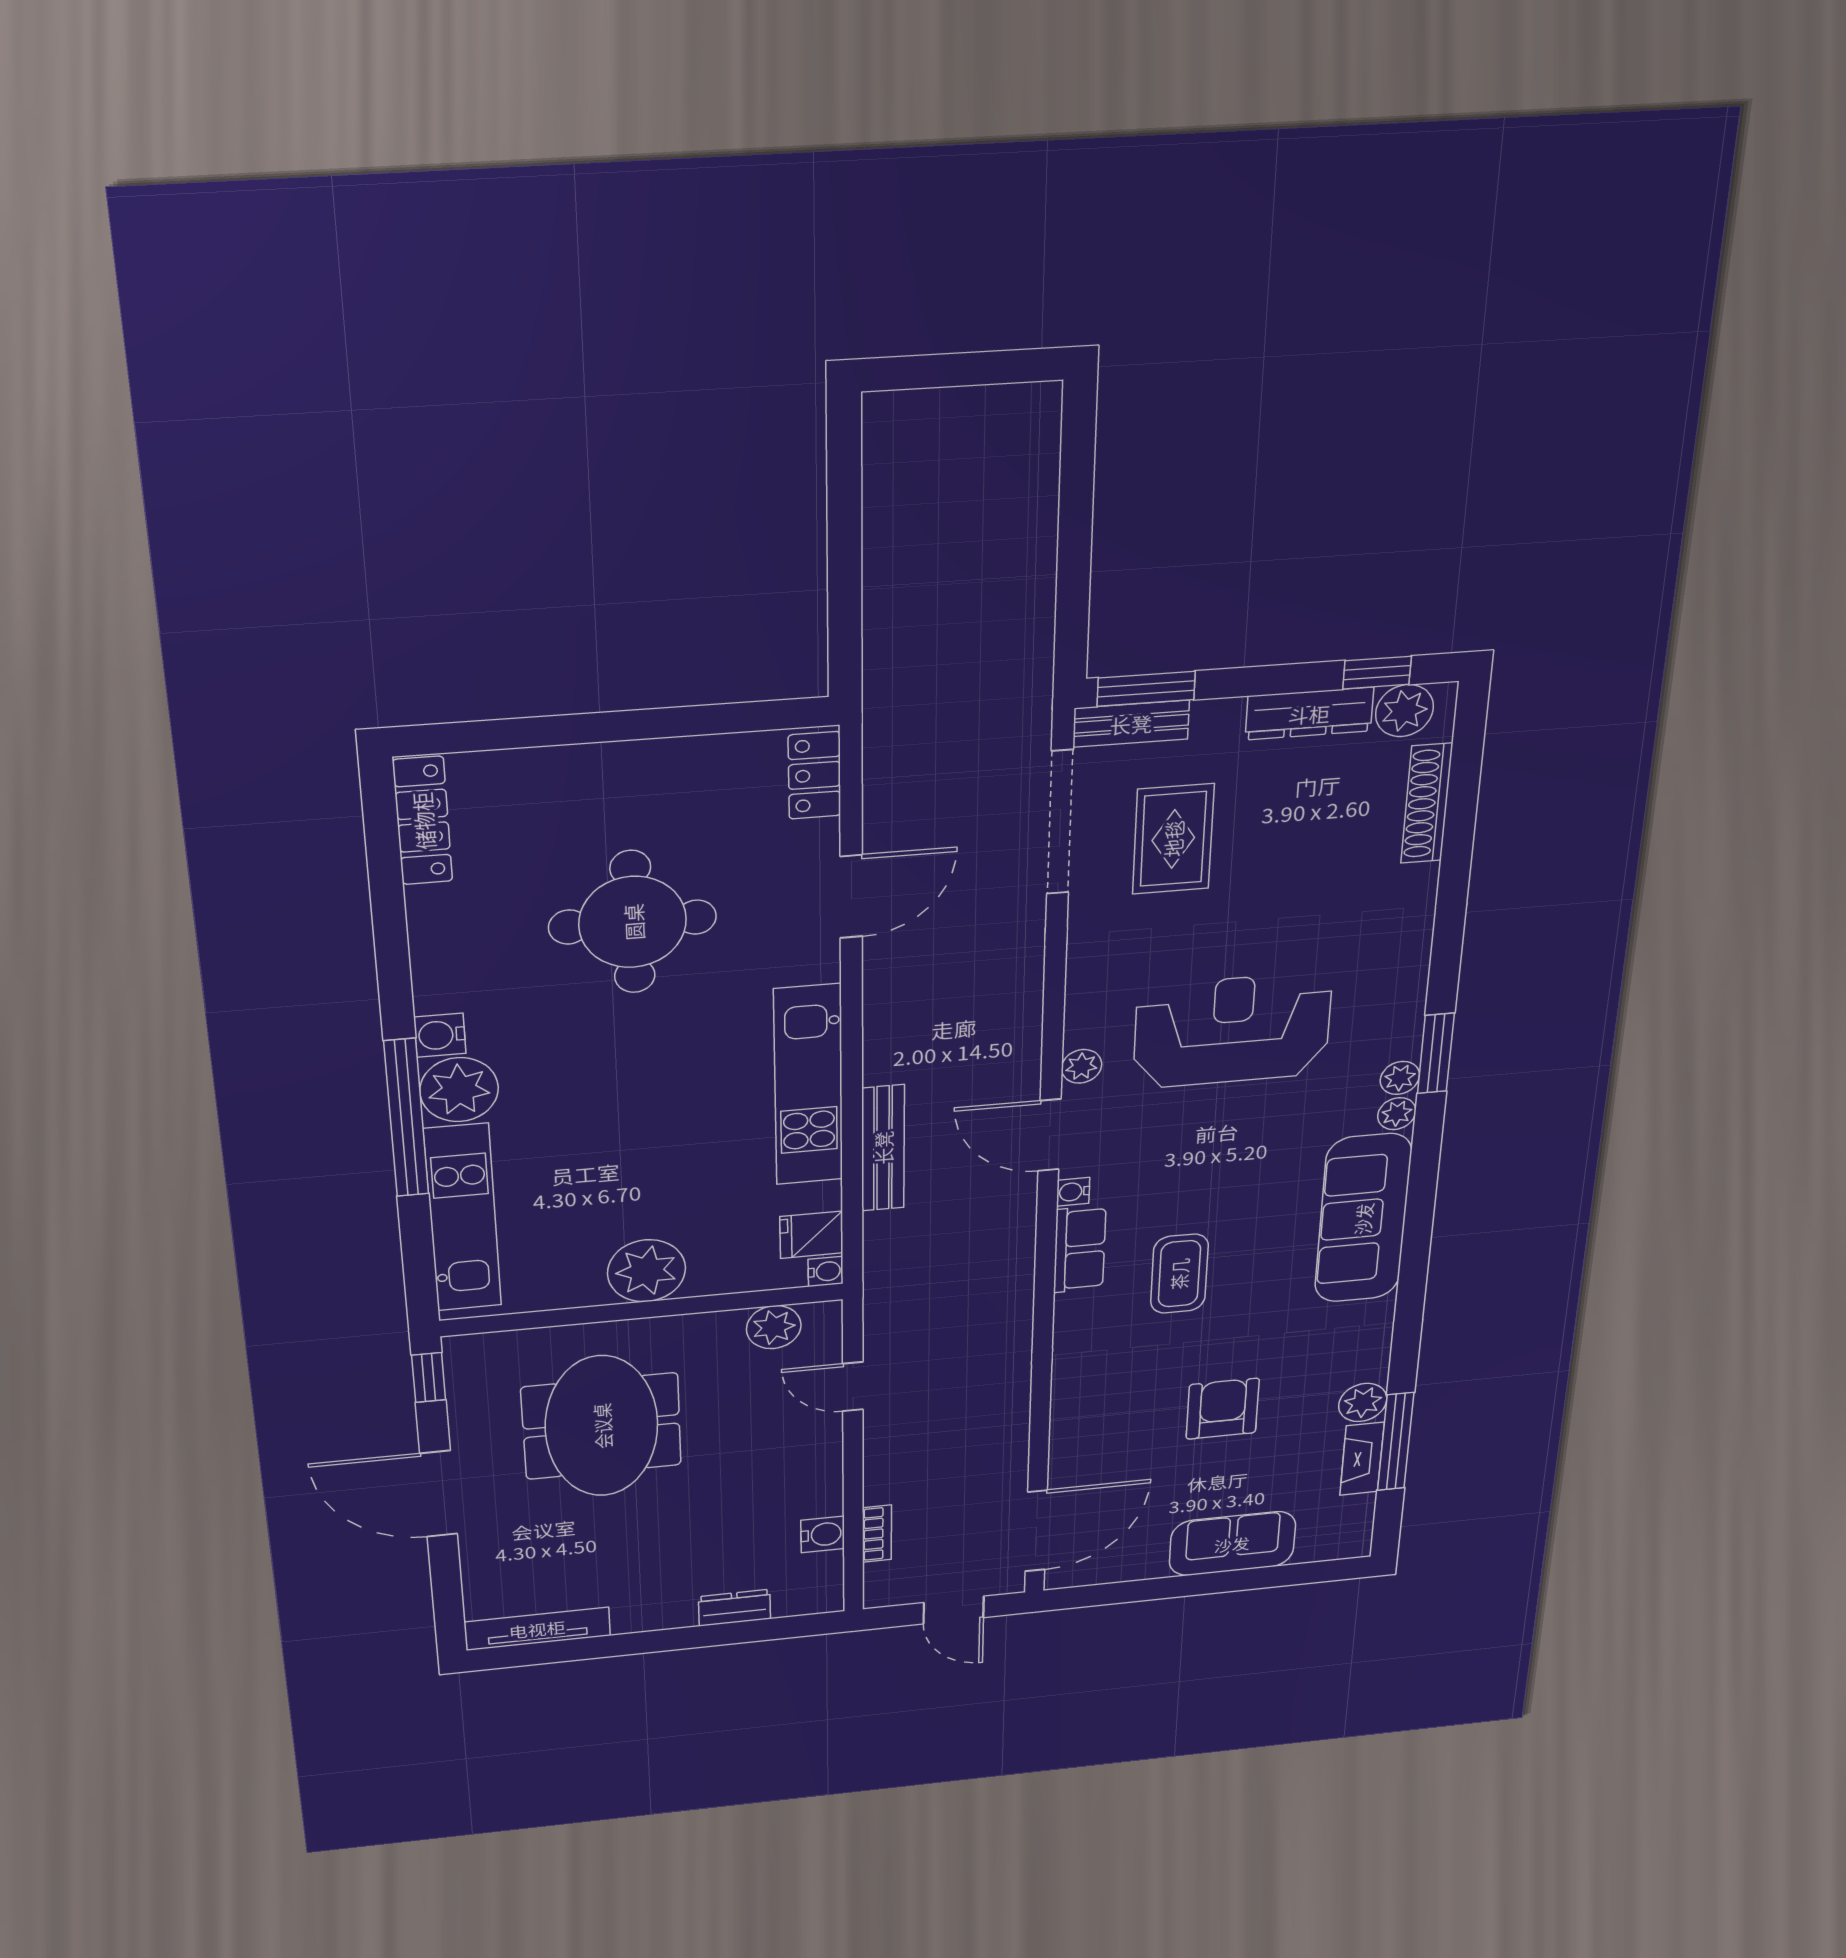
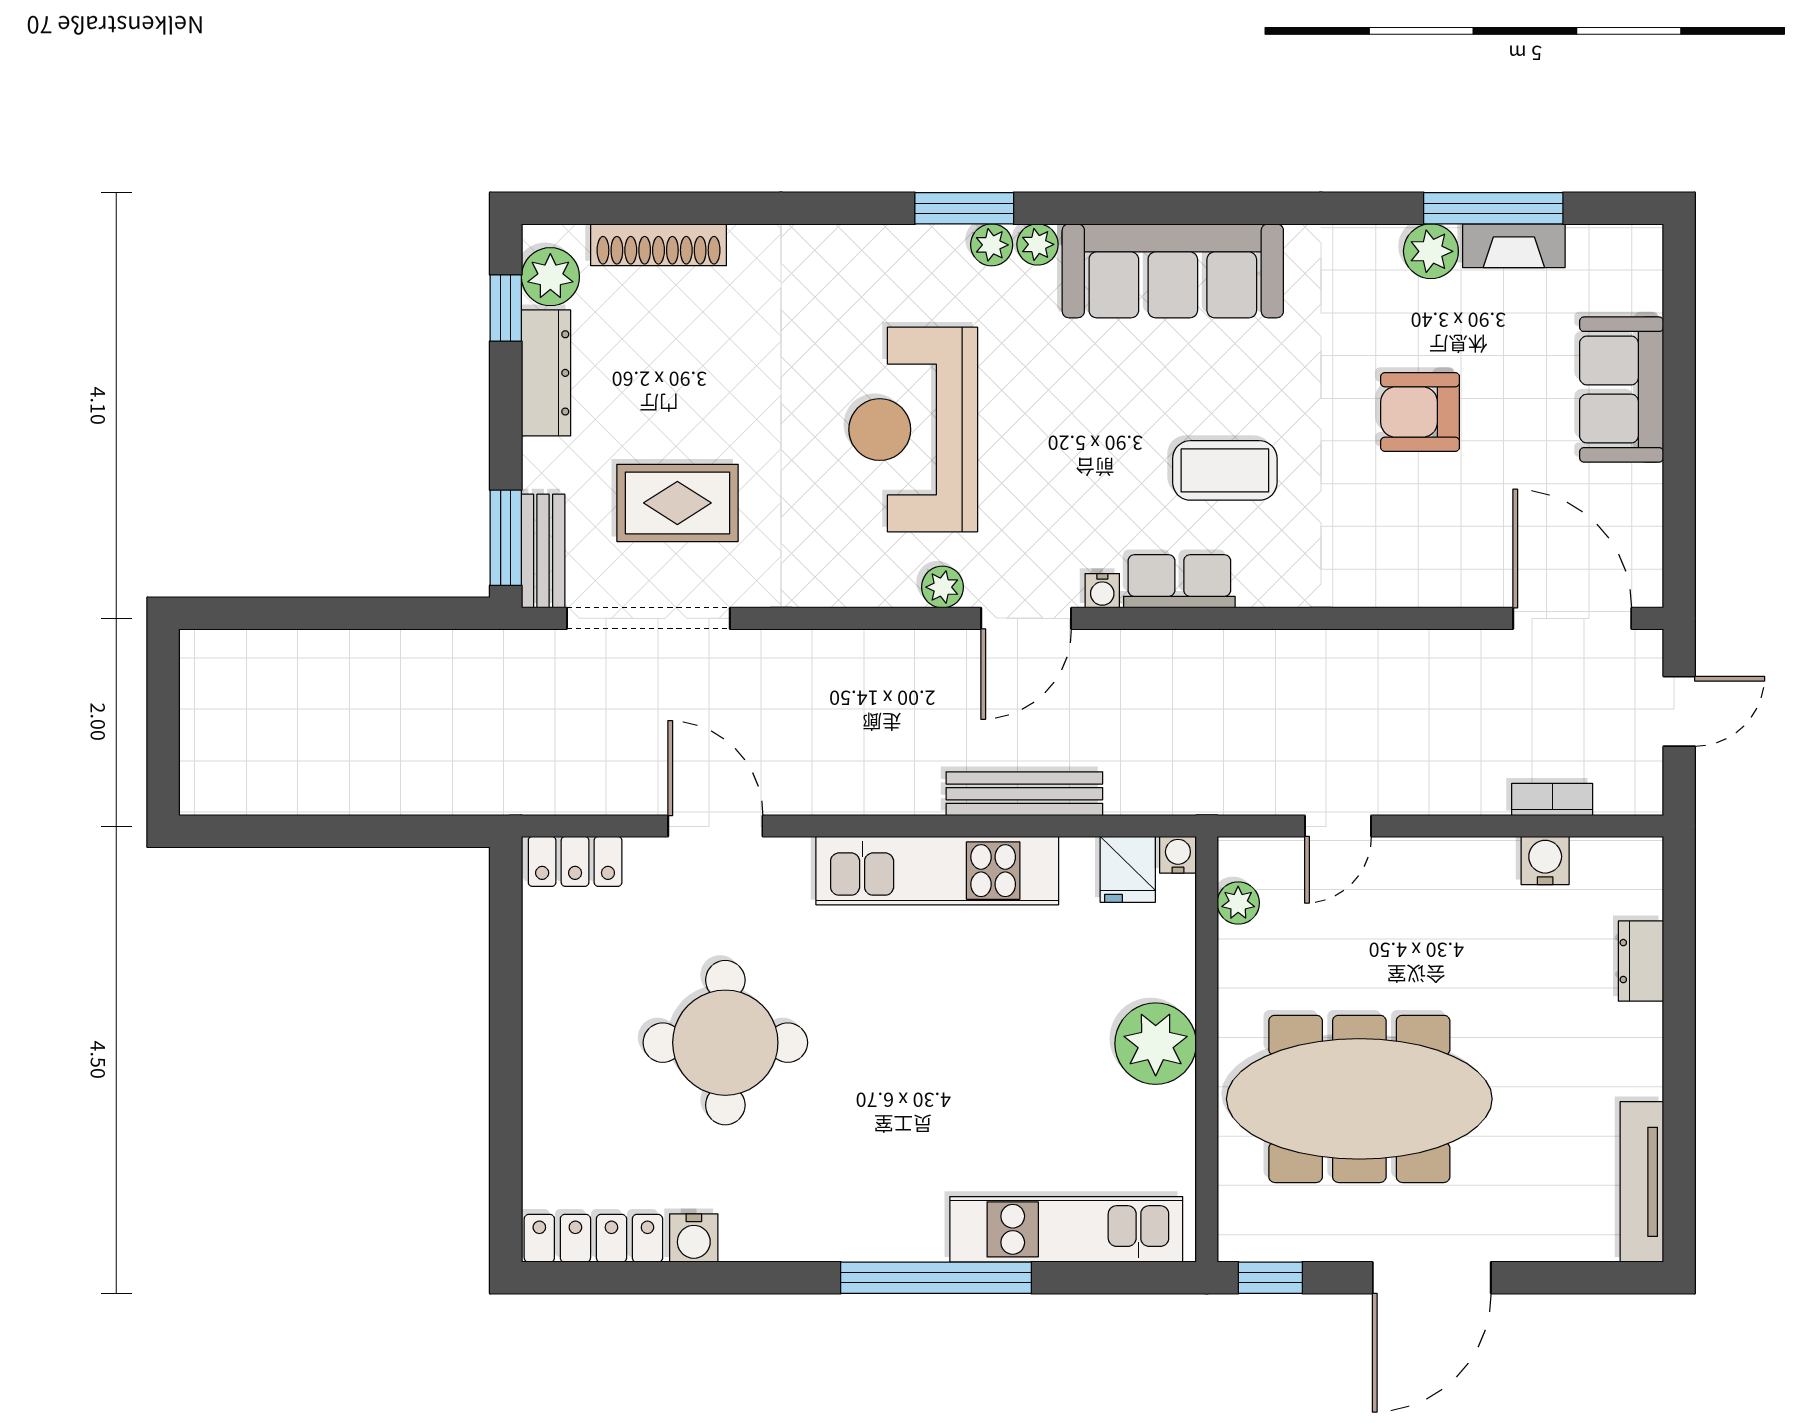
water cooler: (440, 1035) -> (694, 1238), moved
plant: (459, 1090) -> (907, 1223), removed
plant: (774, 1327) -> (1238, 903), width x0.73, depth x0.73
meeting table: (602, 1426) -> (1359, 1099), width x1.36

